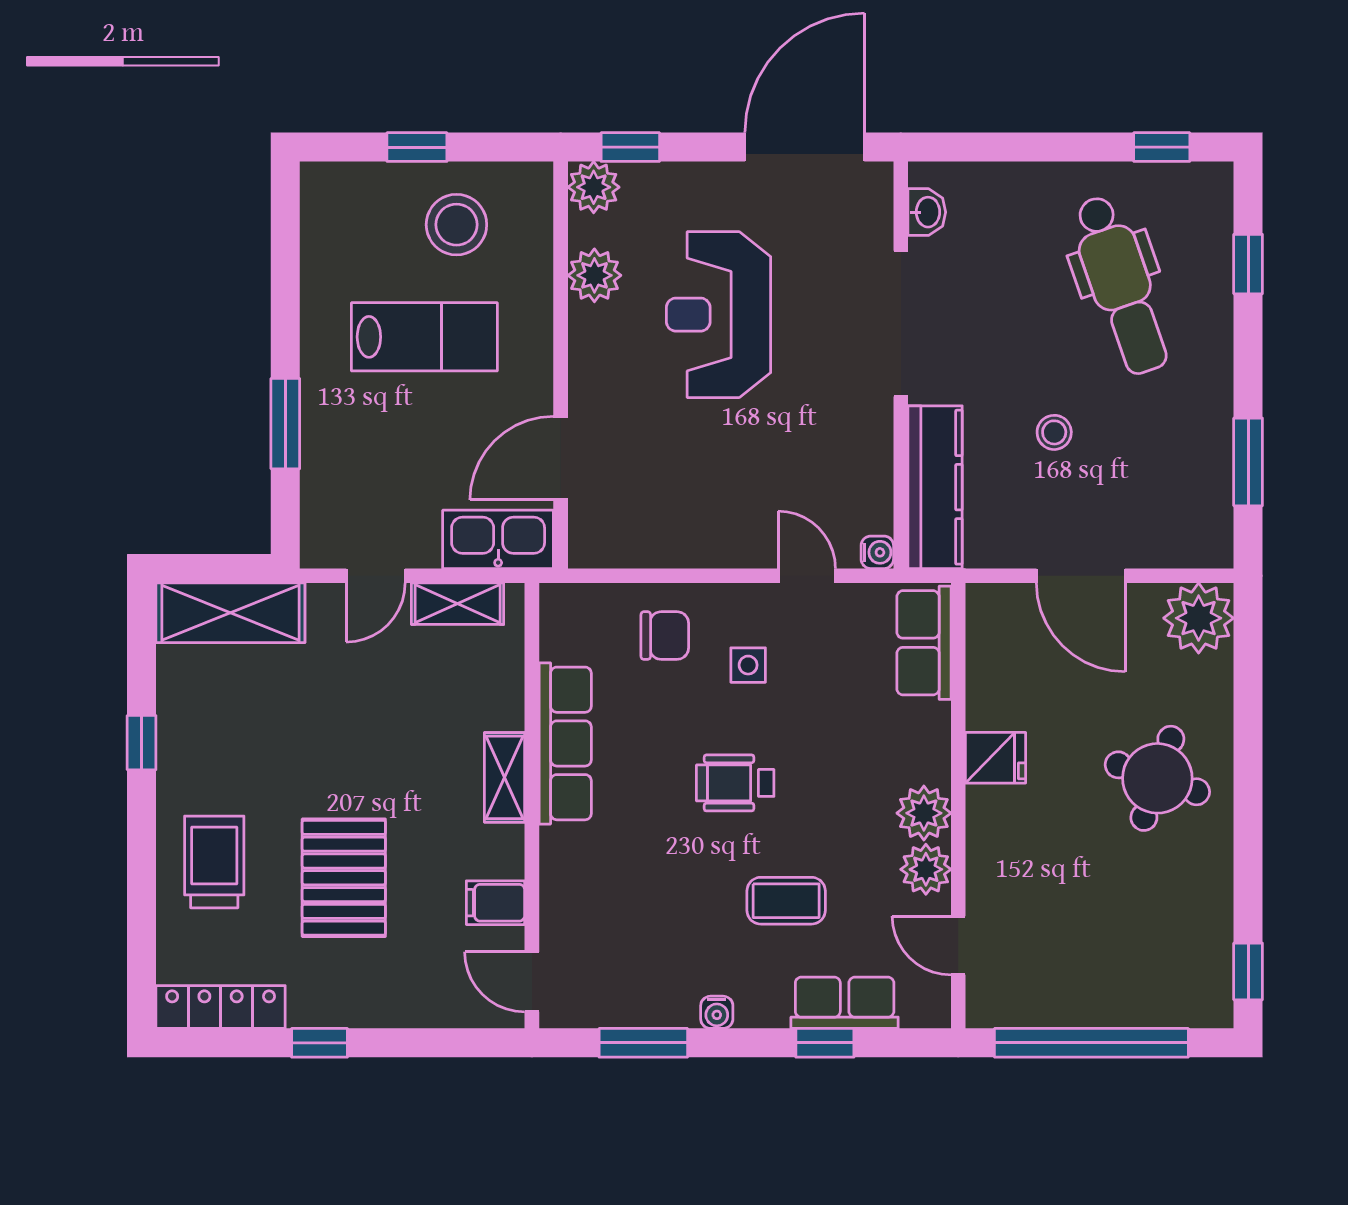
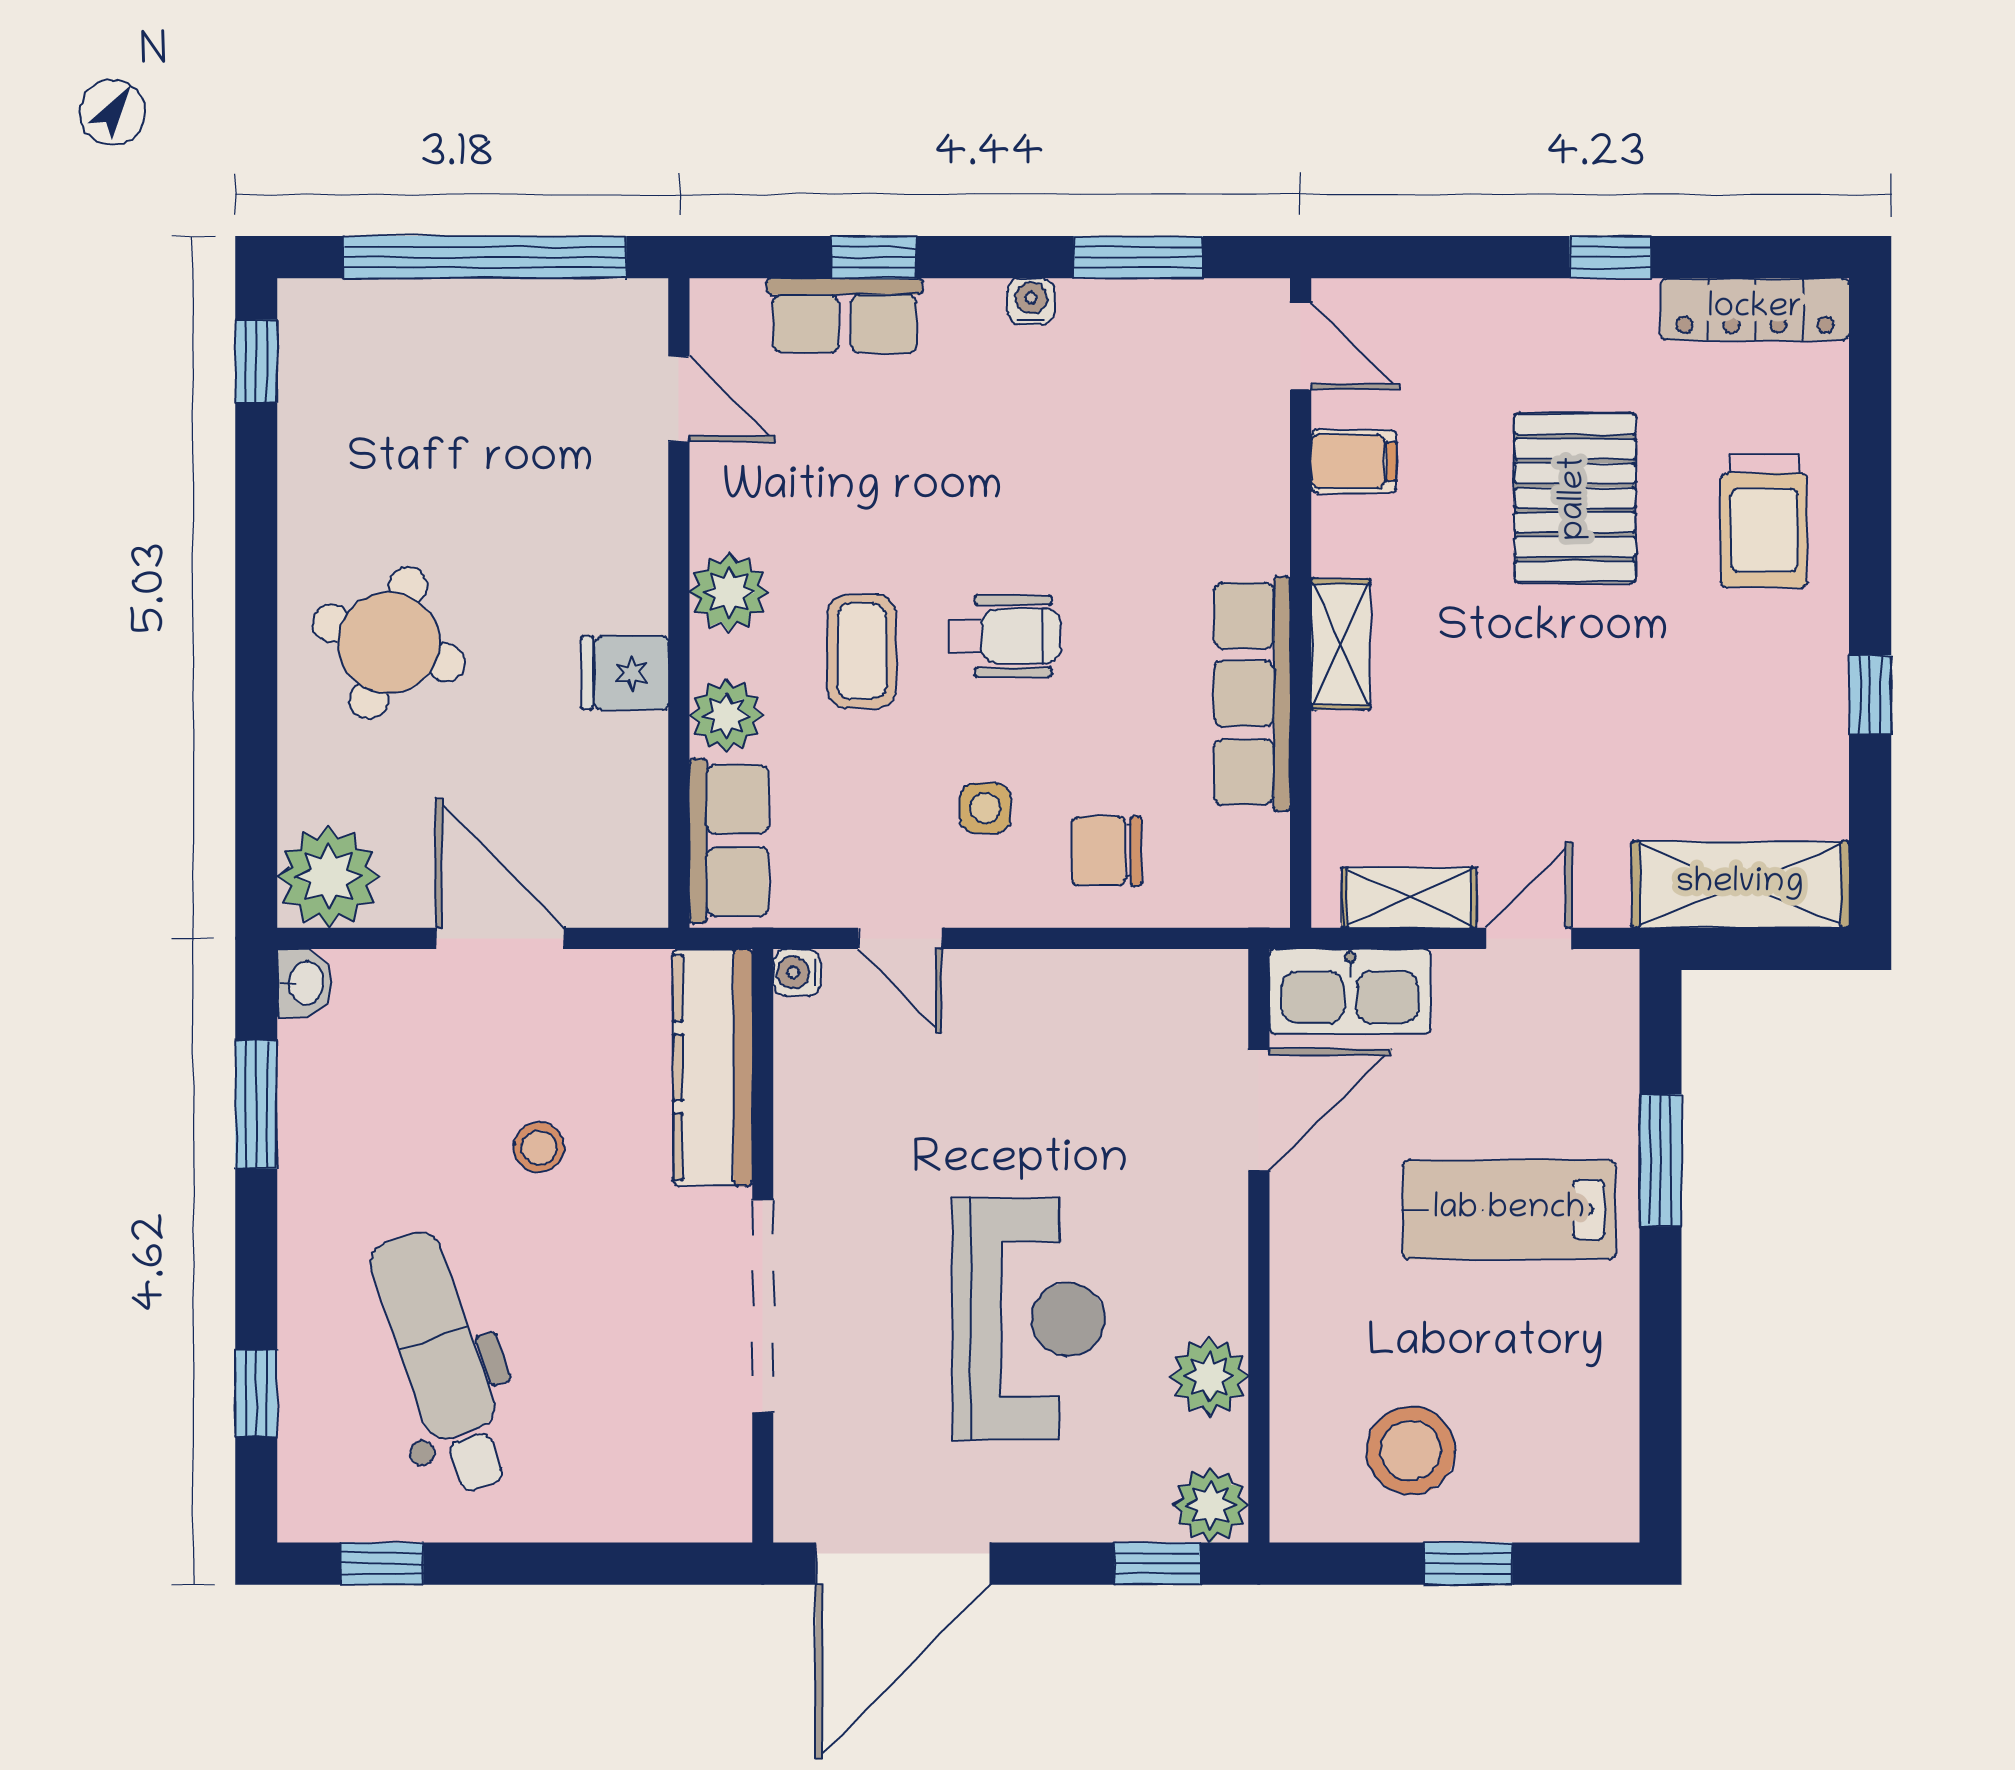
washbasin: (927, 212) -> (305, 983), moved, turned 180
lab bench: (424, 337) -> (1509, 1210), moved
plant: (926, 869) -> (726, 716), moved
coffee table: (786, 901) -> (862, 651), moved, turned 90

